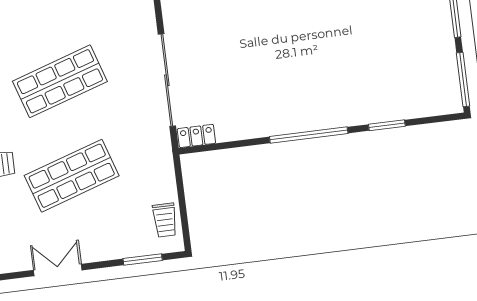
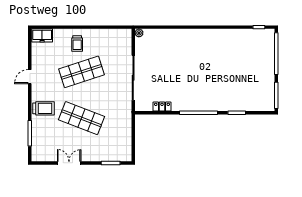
locker: (196, 136) -> (162, 107), moved
shop shelf: (72, 176) -> (81, 118), turned 39
trolley: (165, 220) -> (77, 44), moved

